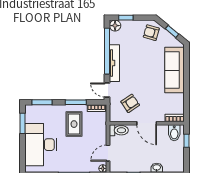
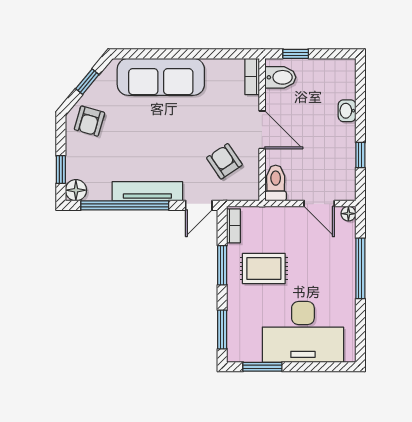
door: (147, 123) -> (262, 130), hinge flipped

